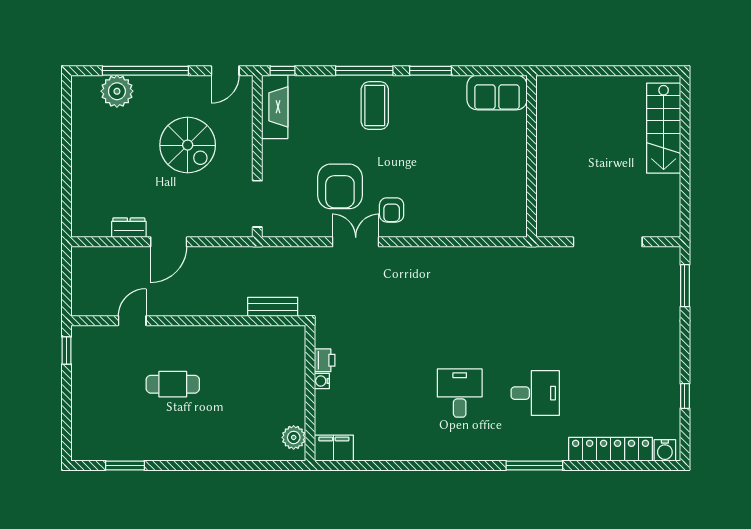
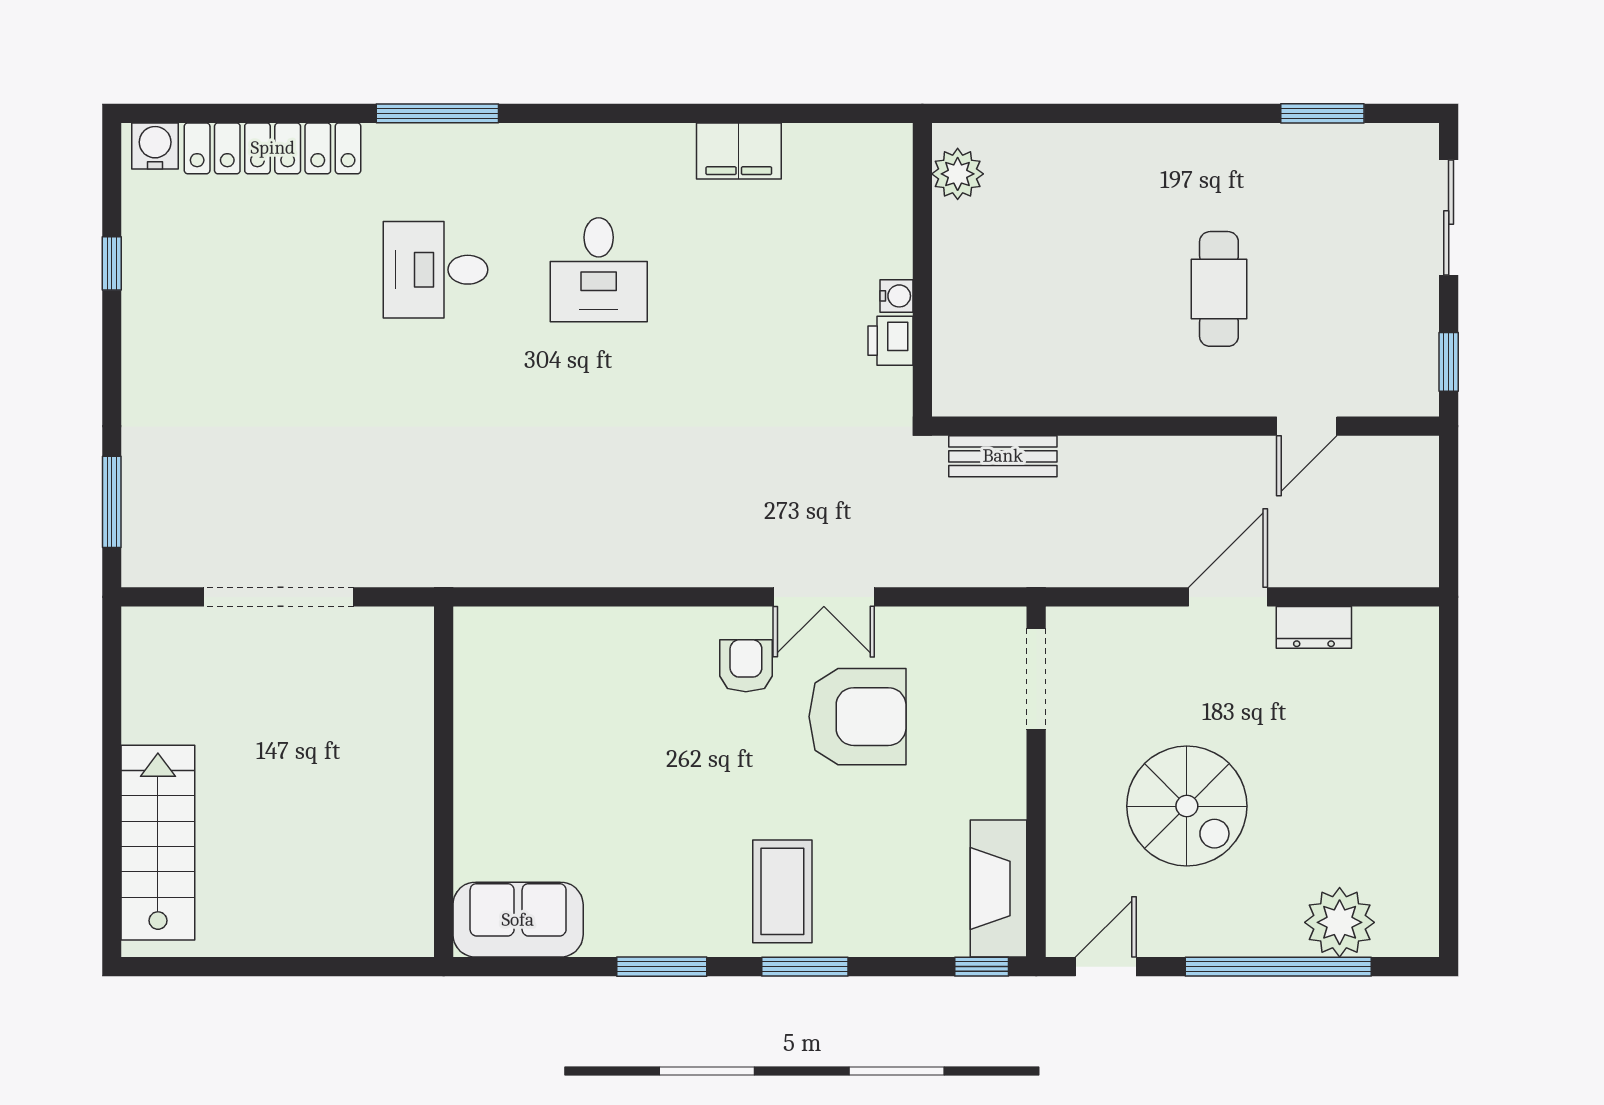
window: (364, 71) -> (805, 967), width x0.69
spiral stairs: (188, 145) -> (1187, 806), turned 180
armchair: (340, 186) -> (857, 717), turned 90
cafe table: (173, 384) -> (1219, 289), turned 90
sliding door: (66, 417) -> (1449, 218), added
filing cabinet: (334, 448) -> (739, 151), moved

